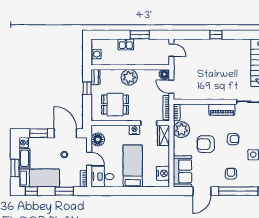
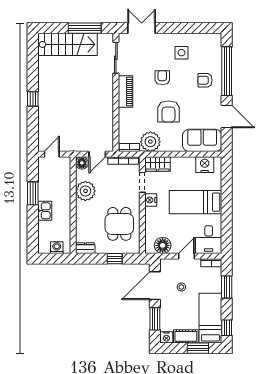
plant: (129, 77) -> (85, 191), moved
window: (87, 88) -> (115, 259), moved

